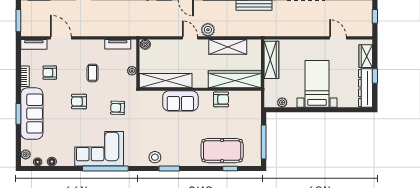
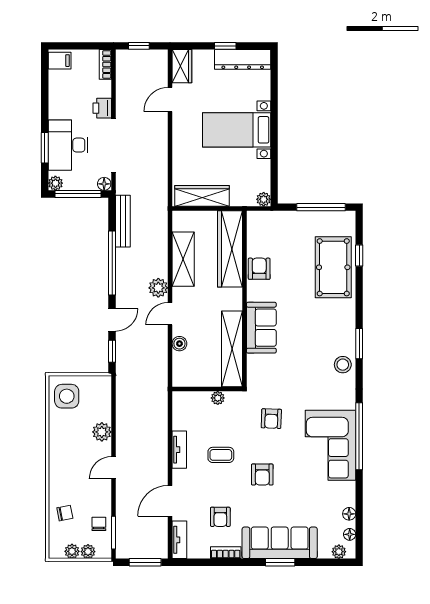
tv unit: (118, 44) -> (179, 450), moved
boiler: (145, 44) -> (179, 344), moved
wardrobe: (366, 56) -> (182, 66), moved, turned -90
plant: (282, 102) -> (264, 199), moved

